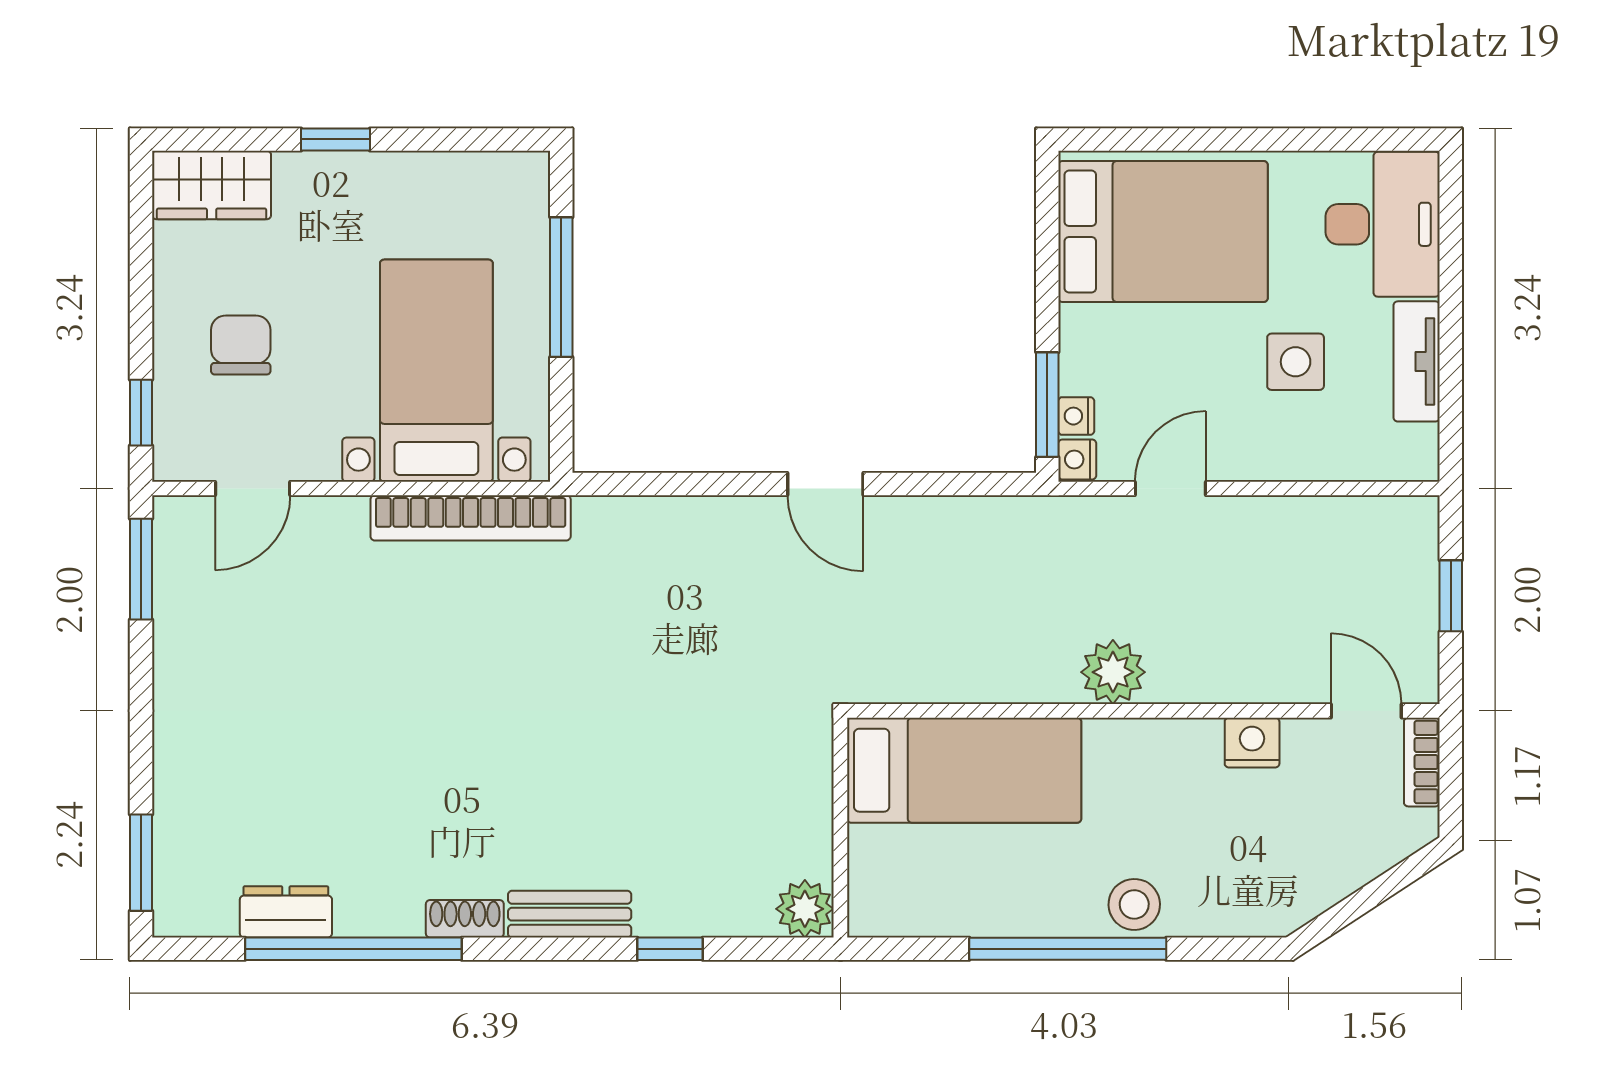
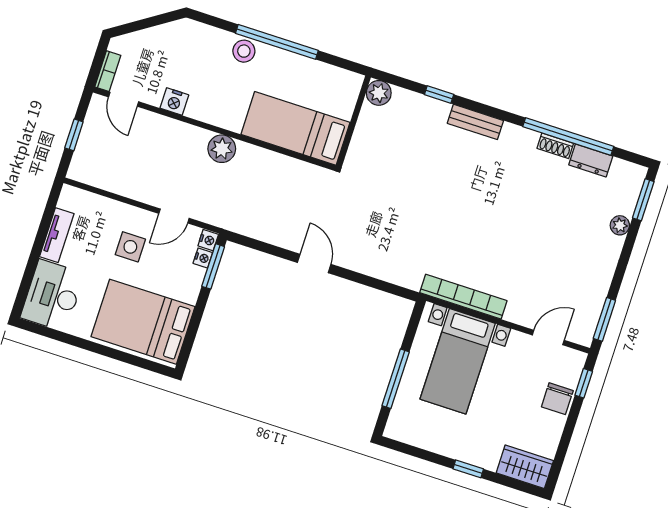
chair: (241, 345) -> (557, 399), moved
side table: (1296, 362) -> (130, 247), moved
plant: (175, 789) -> (620, 225), added
shoe rack: (465, 919) -> (555, 146), moved

